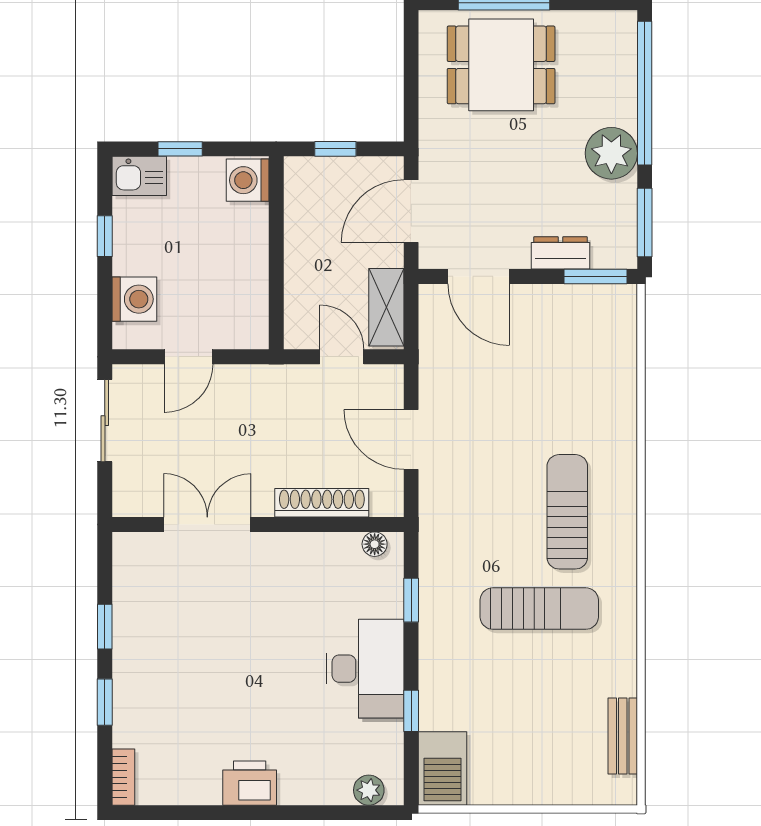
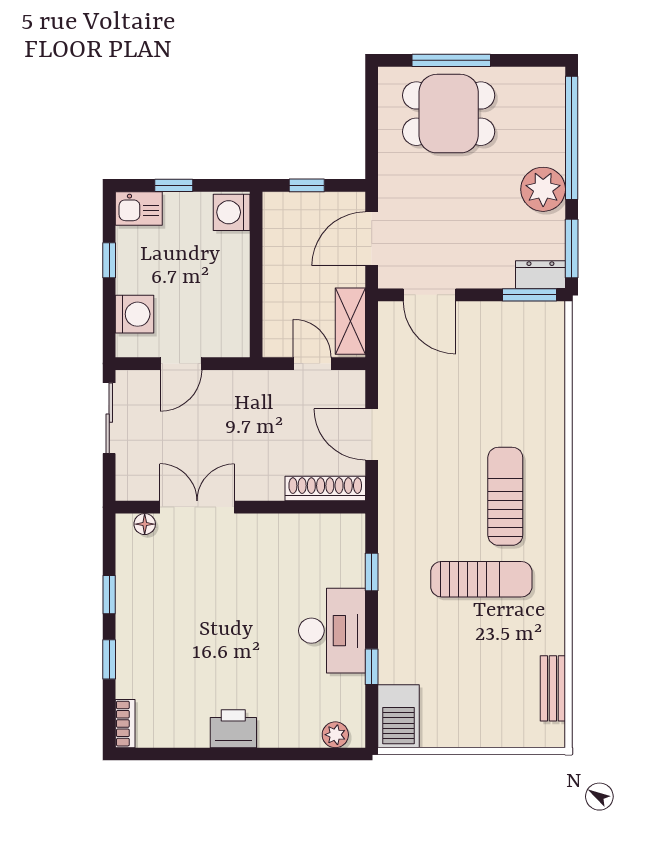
dresser: (561, 253) -> (540, 275), moved
shoe rack: (322, 503) -> (325, 489), moved
floor lamp: (375, 544) -> (145, 524), moved

